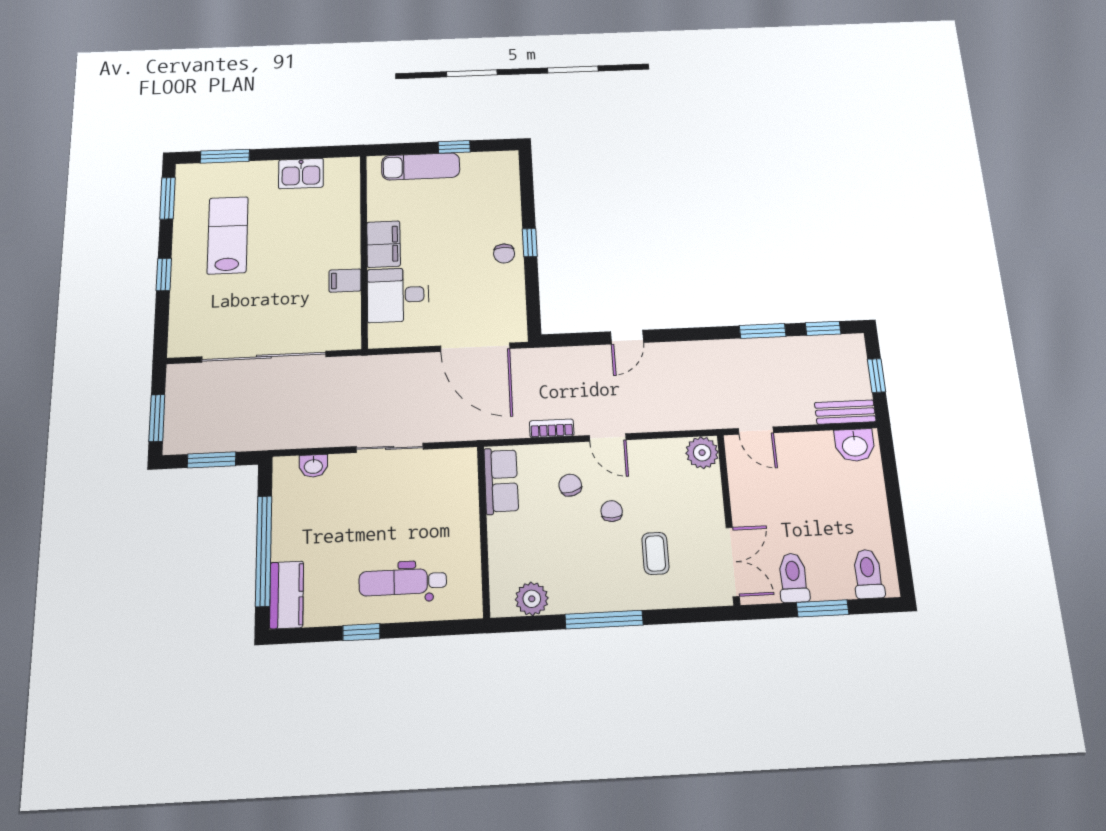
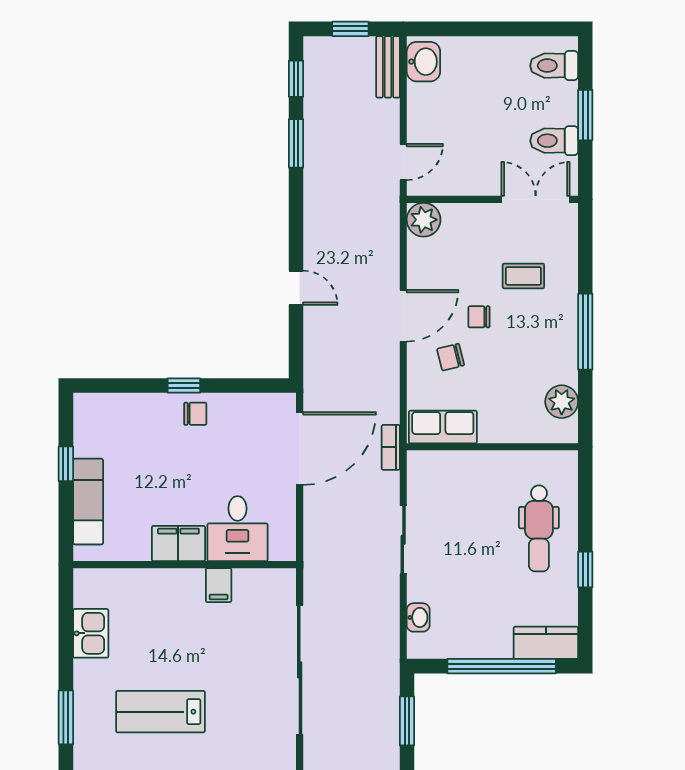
bookcase: (552, 428) -> (391, 447), moved
door: (608, 438) -> (403, 316), width x1.38

